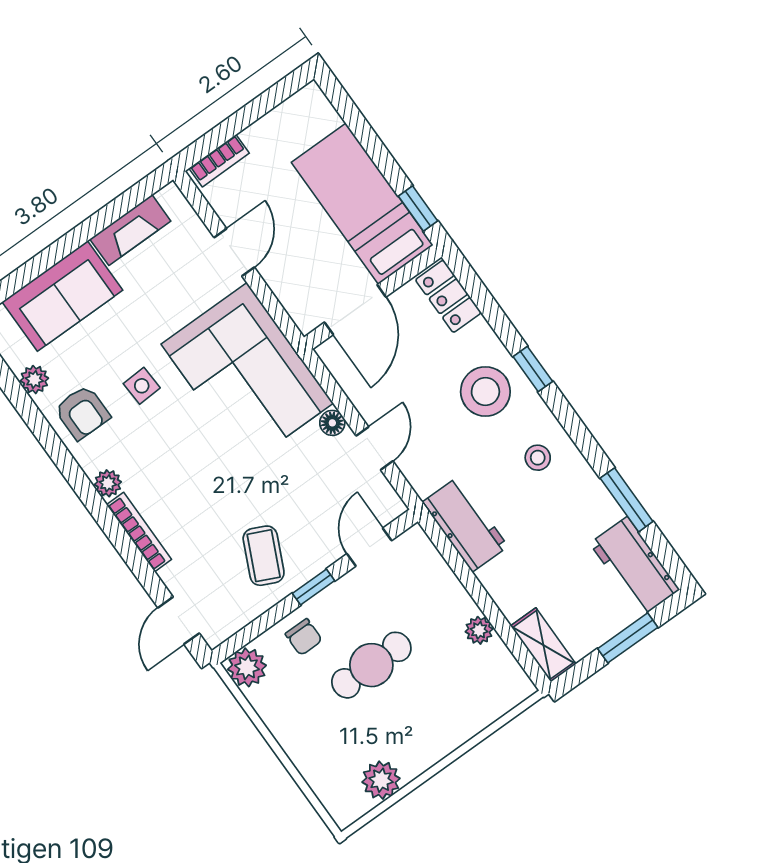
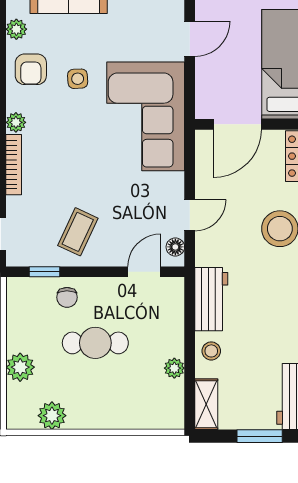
floor lamp: (332, 423) -> (175, 247), moved
stool: (538, 458) -> (211, 351), moved
window: (314, 587) -> (44, 272), moved
plant: (247, 667) -> (20, 367), moved

